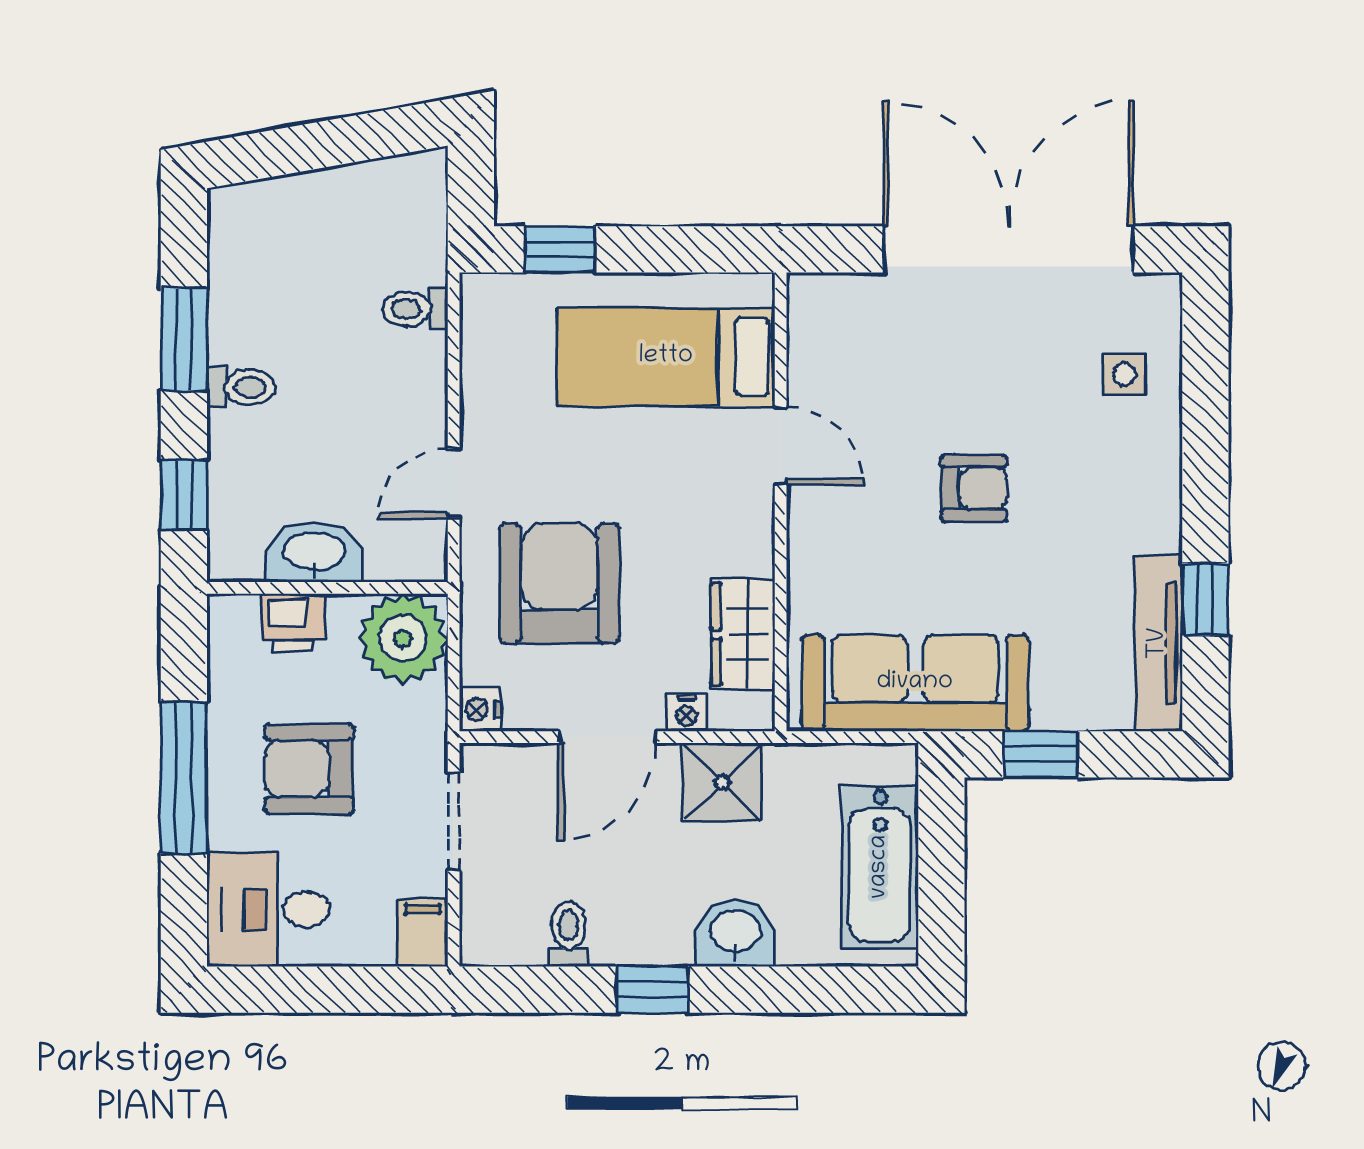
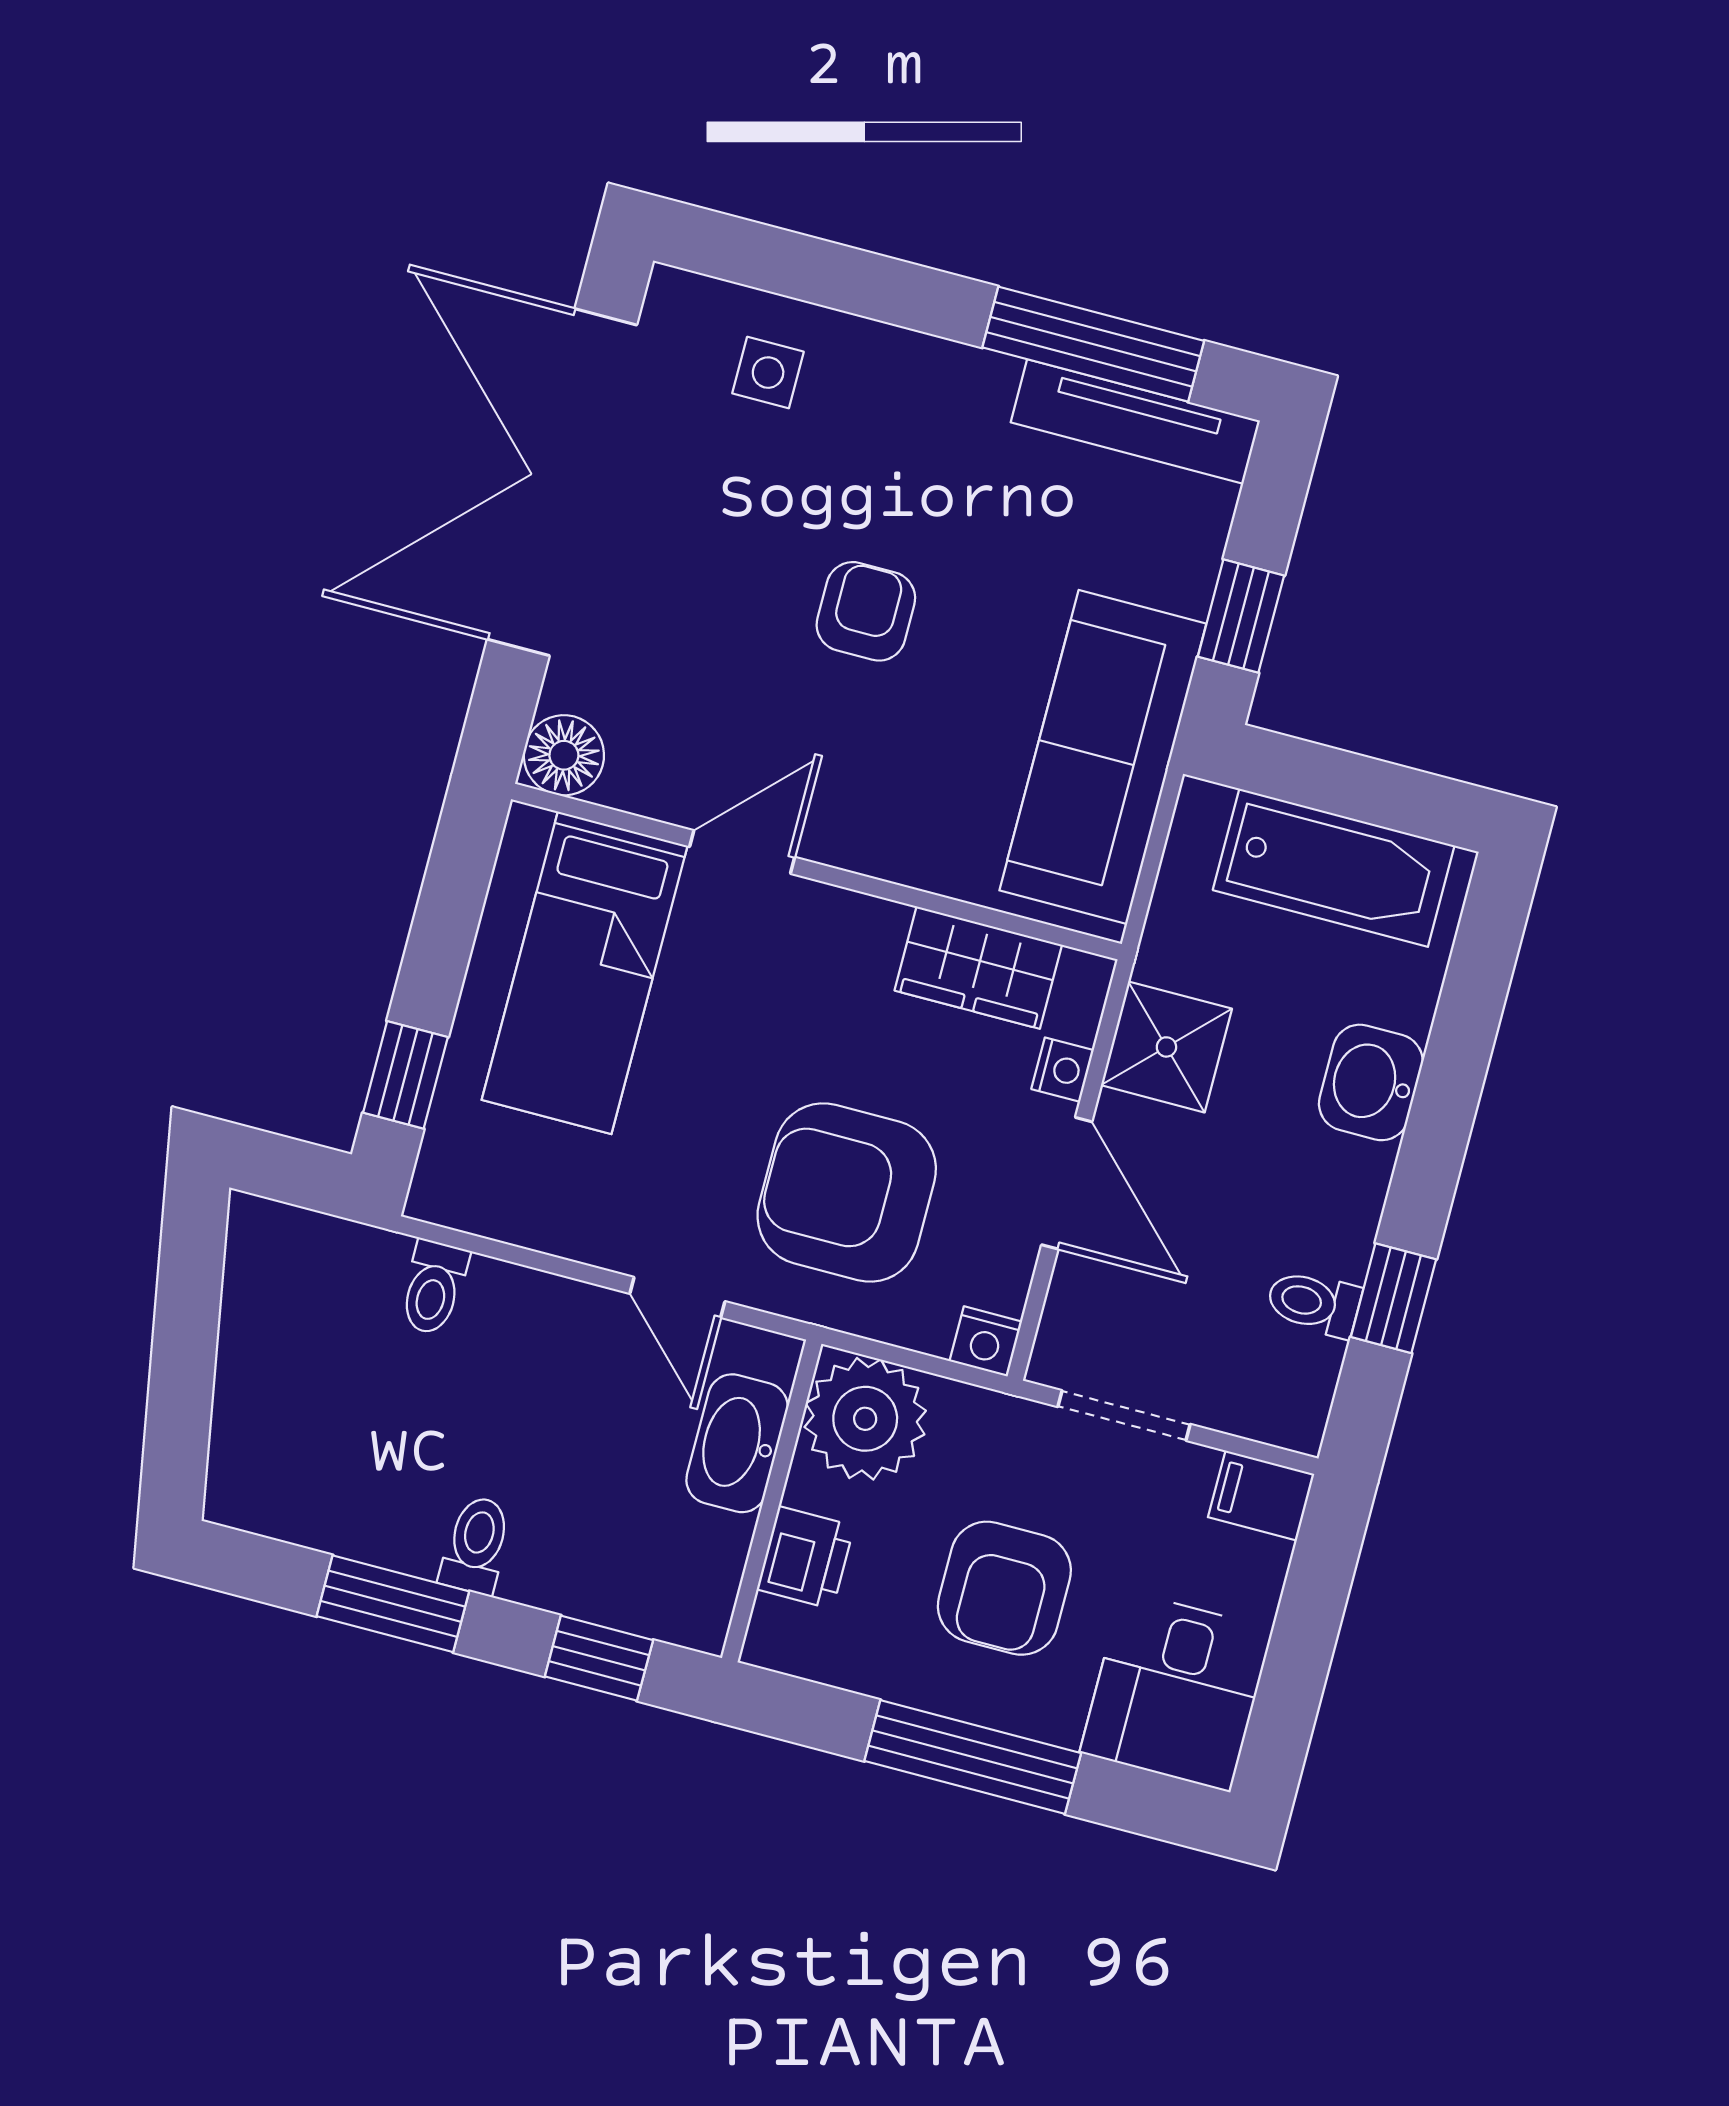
floor lamp: (816, 302) -> (564, 755), added
washbasin: (314, 553) -> (737, 1443), moved
window: (1205, 599) -> (1093, 344), width x2.17
window: (652, 990) -> (1393, 1298), moved

